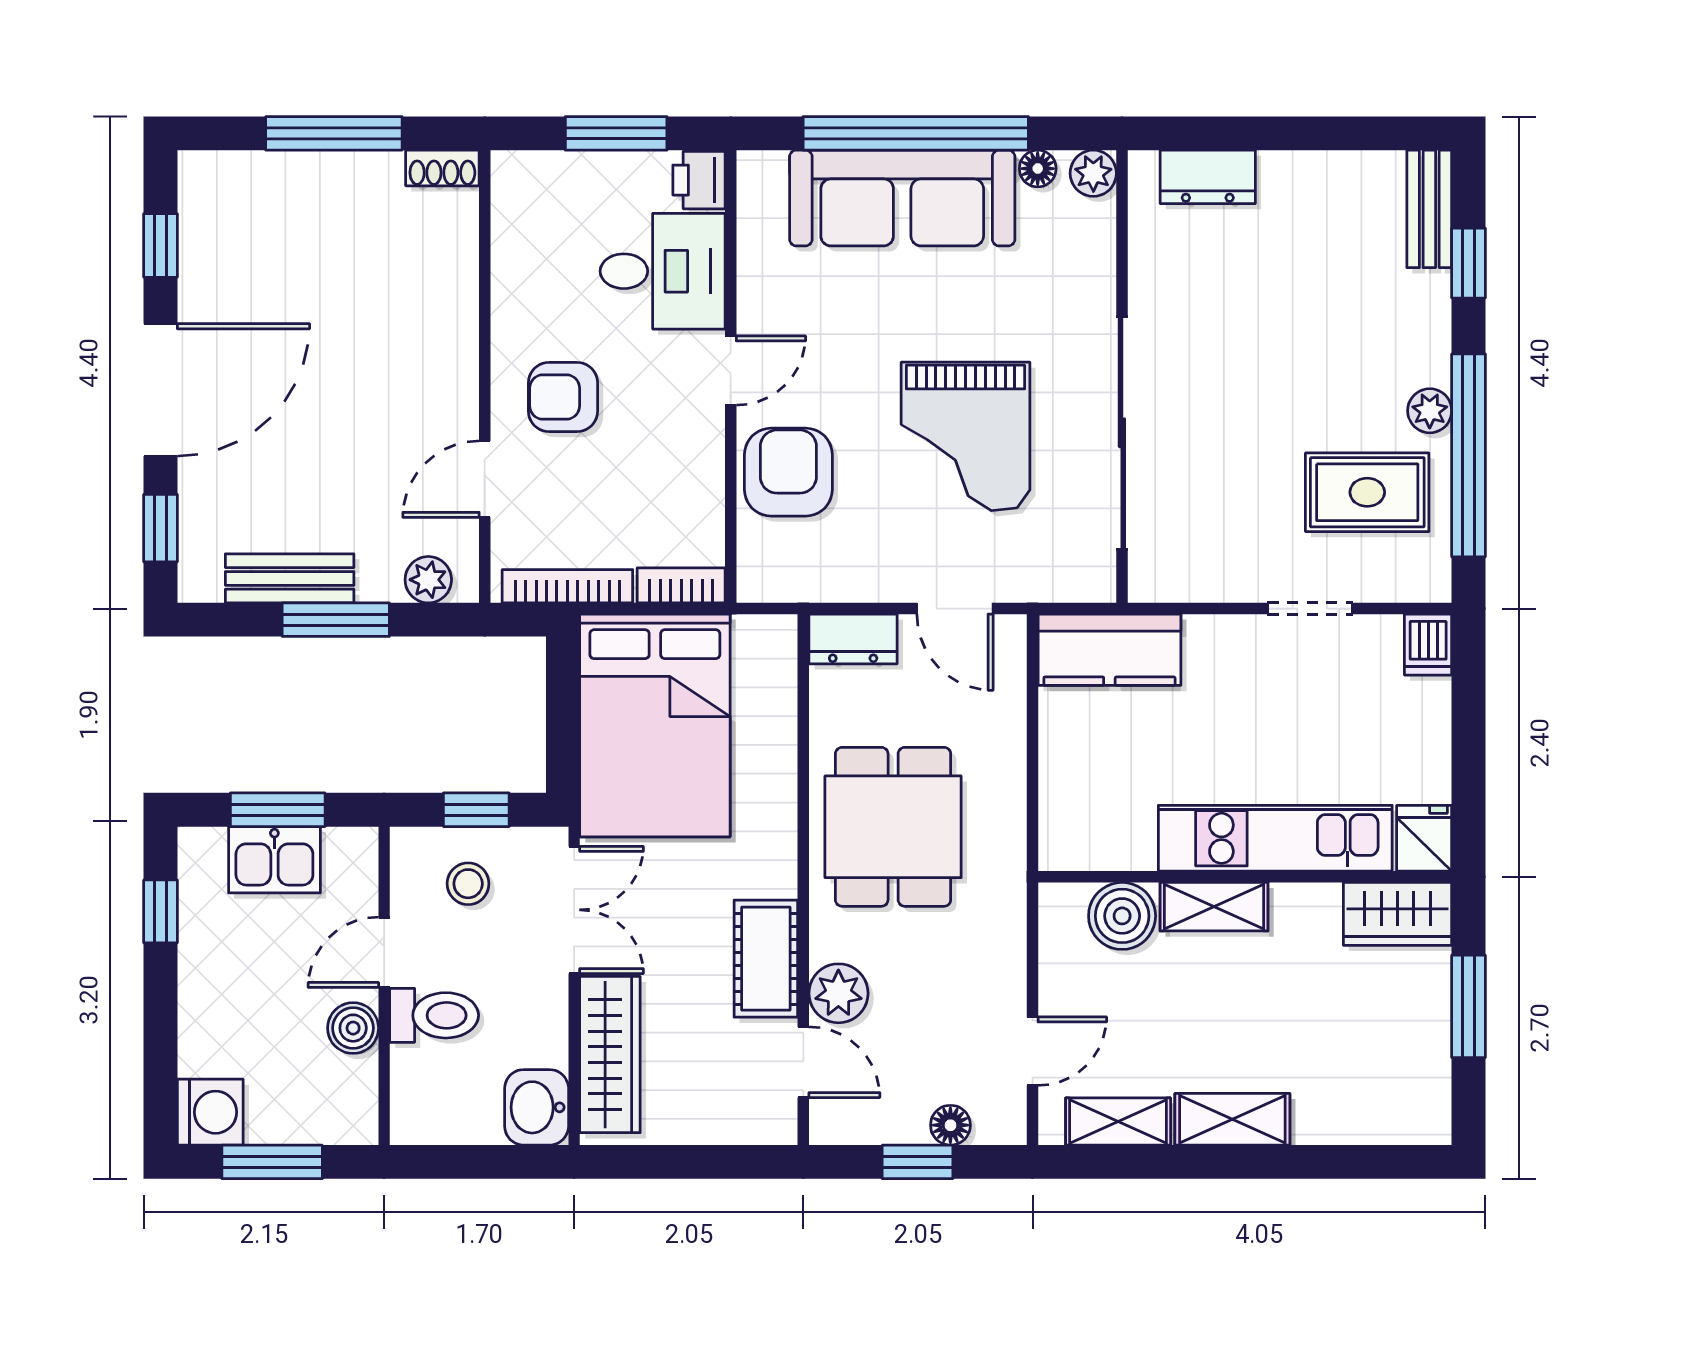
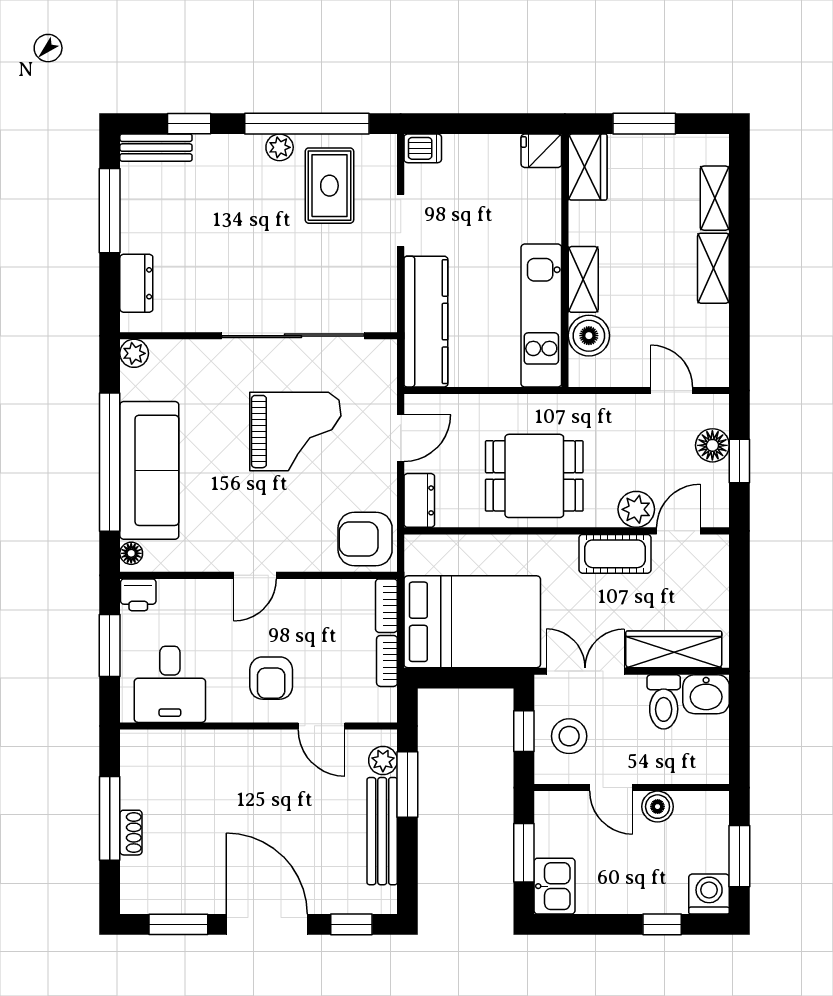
window: (1326, 133) -> (110, 211), added
shoe rack: (442, 168) -> (131, 833), moved
floor lamp: (1038, 169) -> (131, 553), moved
window: (161, 245) -> (178, 924), width x1.50
desk: (663, 271) -> (170, 684), moved, turned 180
door: (731, 371) -> (255, 575), swing flipped
armchair: (788, 472) -> (365, 539), moved
bench: (290, 578) -> (382, 831), width x1.36
bookcase: (567, 586) -> (387, 661), width x0.64
window: (336, 620) -> (407, 784), moved
kitchen counter: (1109, 650) -> (426, 322), width x1.50
kitchen unit: (1275, 838) -> (541, 316), moved
kitchen sink: (274, 860) -> (554, 886), moved
stool: (468, 884) -> (569, 736), width x1.37, depth x1.37
window: (161, 911) -> (662, 924), moved
toilet: (434, 1015) -> (664, 702), moved, turned 180
shelving: (1118, 1122) -> (715, 198), moved
floor lamp: (950, 1125) -> (712, 445), width x1.37, depth x1.37

